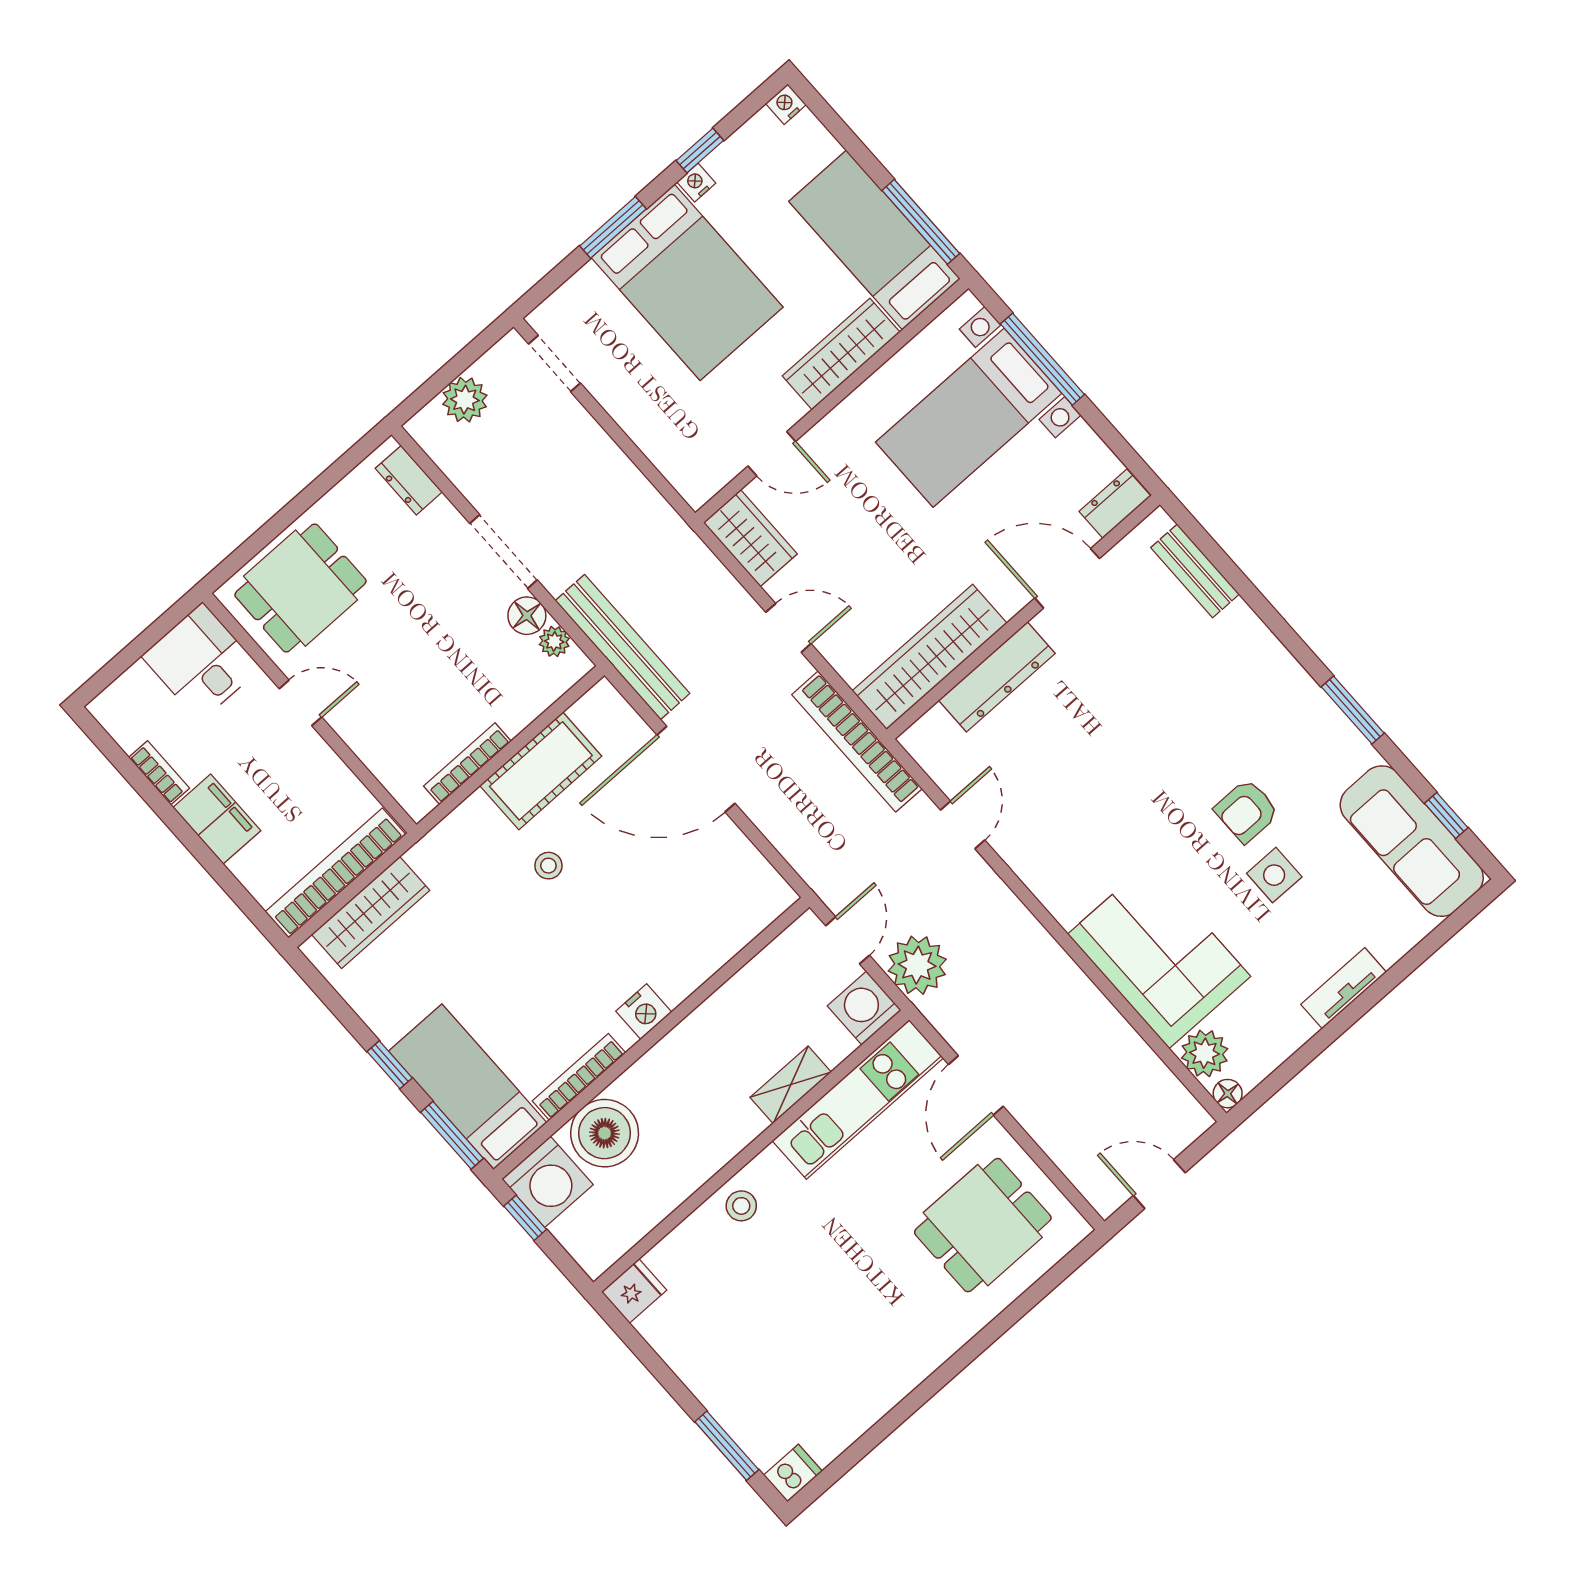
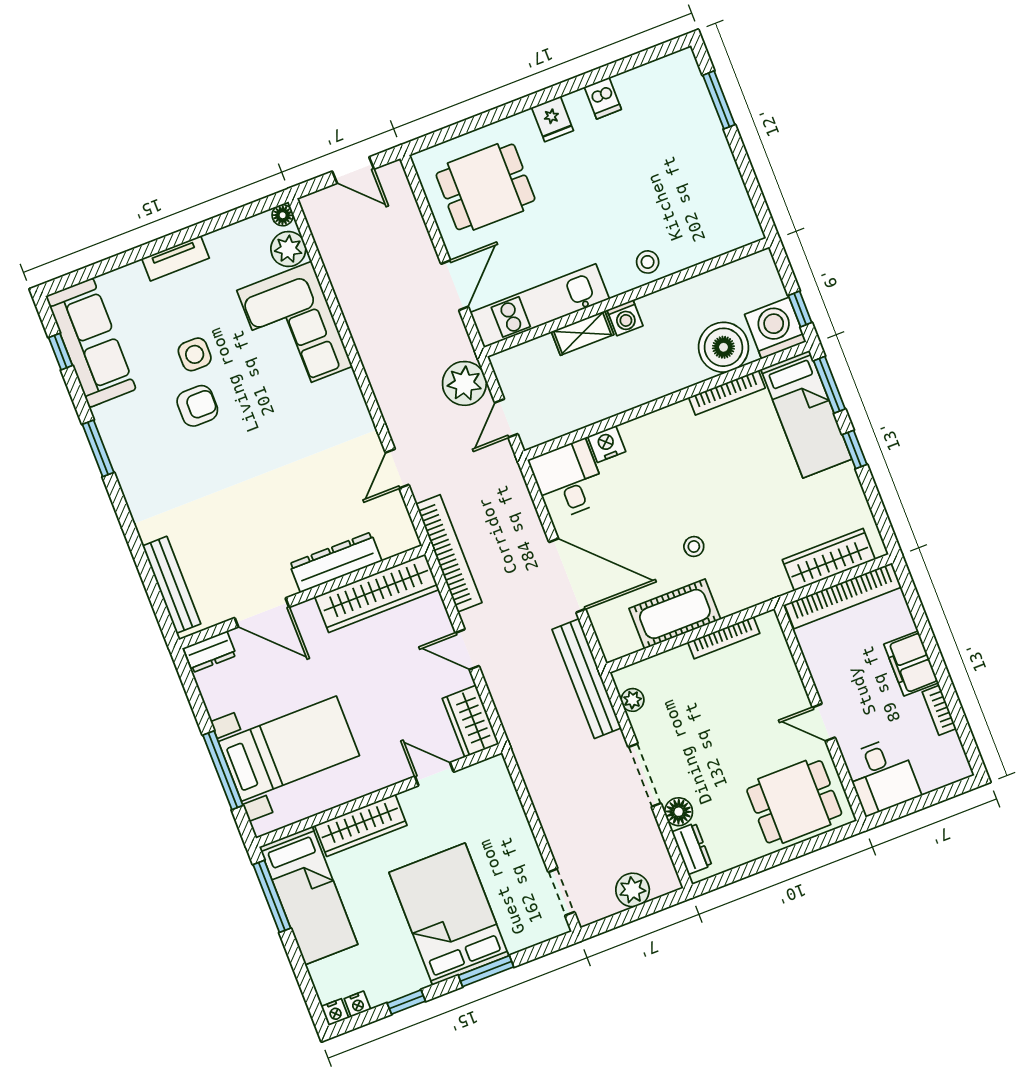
nightstand: (696, 183) -> (357, 1004), moved
bench: (1195, 571) -> (172, 585), width x1.36
floor lamp: (527, 616) -> (679, 812), moved
desk: (740, 891) -> (568, 480), added
washing machine: (864, 1008) -> (625, 318), moved, width x0.73, depth x0.73
nightstand: (644, 1012) -> (607, 444), moved
fridge: (634, 1291) -> (552, 119), moved, turned -90
dishwasher: (793, 1473) -> (603, 98), moved, turned -90

